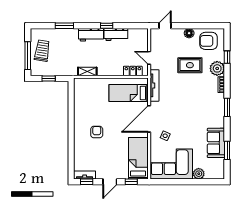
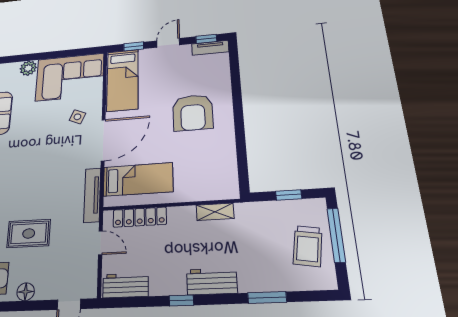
workbench: (116, 34) -> (126, 285), moved
locker: (133, 71) -> (140, 217), width x1.53
armchair: (97, 132) -> (193, 113), width x1.88, depth x1.88

